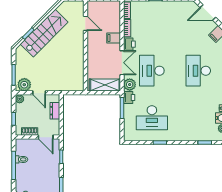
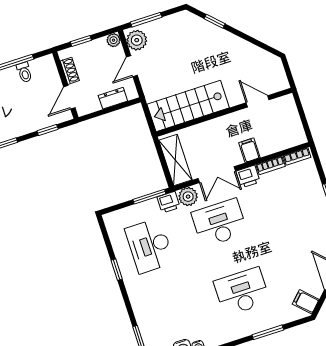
door: (85, 23) -> (258, 101), swing flipped
stairs: (44, 33) -> (188, 106), moved, turned 135

